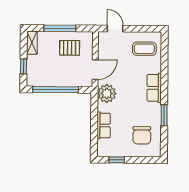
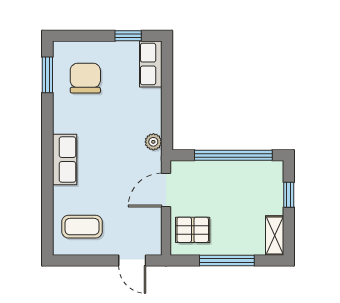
pallet: (70, 48) -> (193, 230), moved
plant: (107, 94) -> (153, 142), width x0.53, depth x0.53
window: (164, 115) -> (47, 75), moved
row of seats: (104, 125) -> (151, 64), moved

